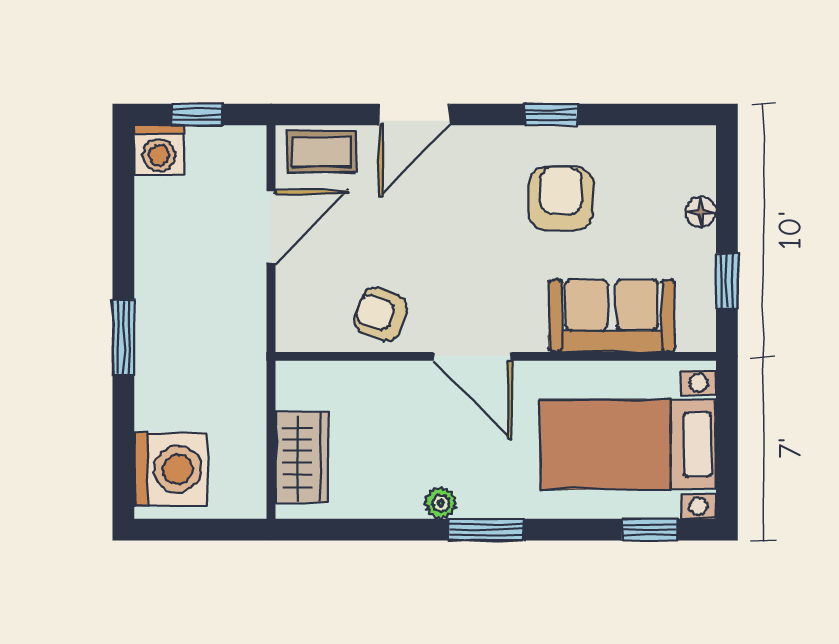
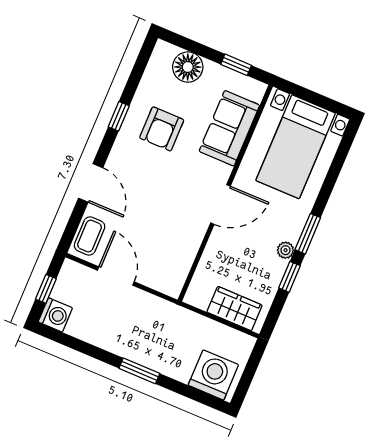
armchair: (561, 199) -> (162, 129), turned -90
floor lamp: (701, 212) -> (188, 67), width x1.89, depth x1.89
armchair: (381, 314) -> (181, 241), removed
window: (649, 530) -> (290, 277), moved

